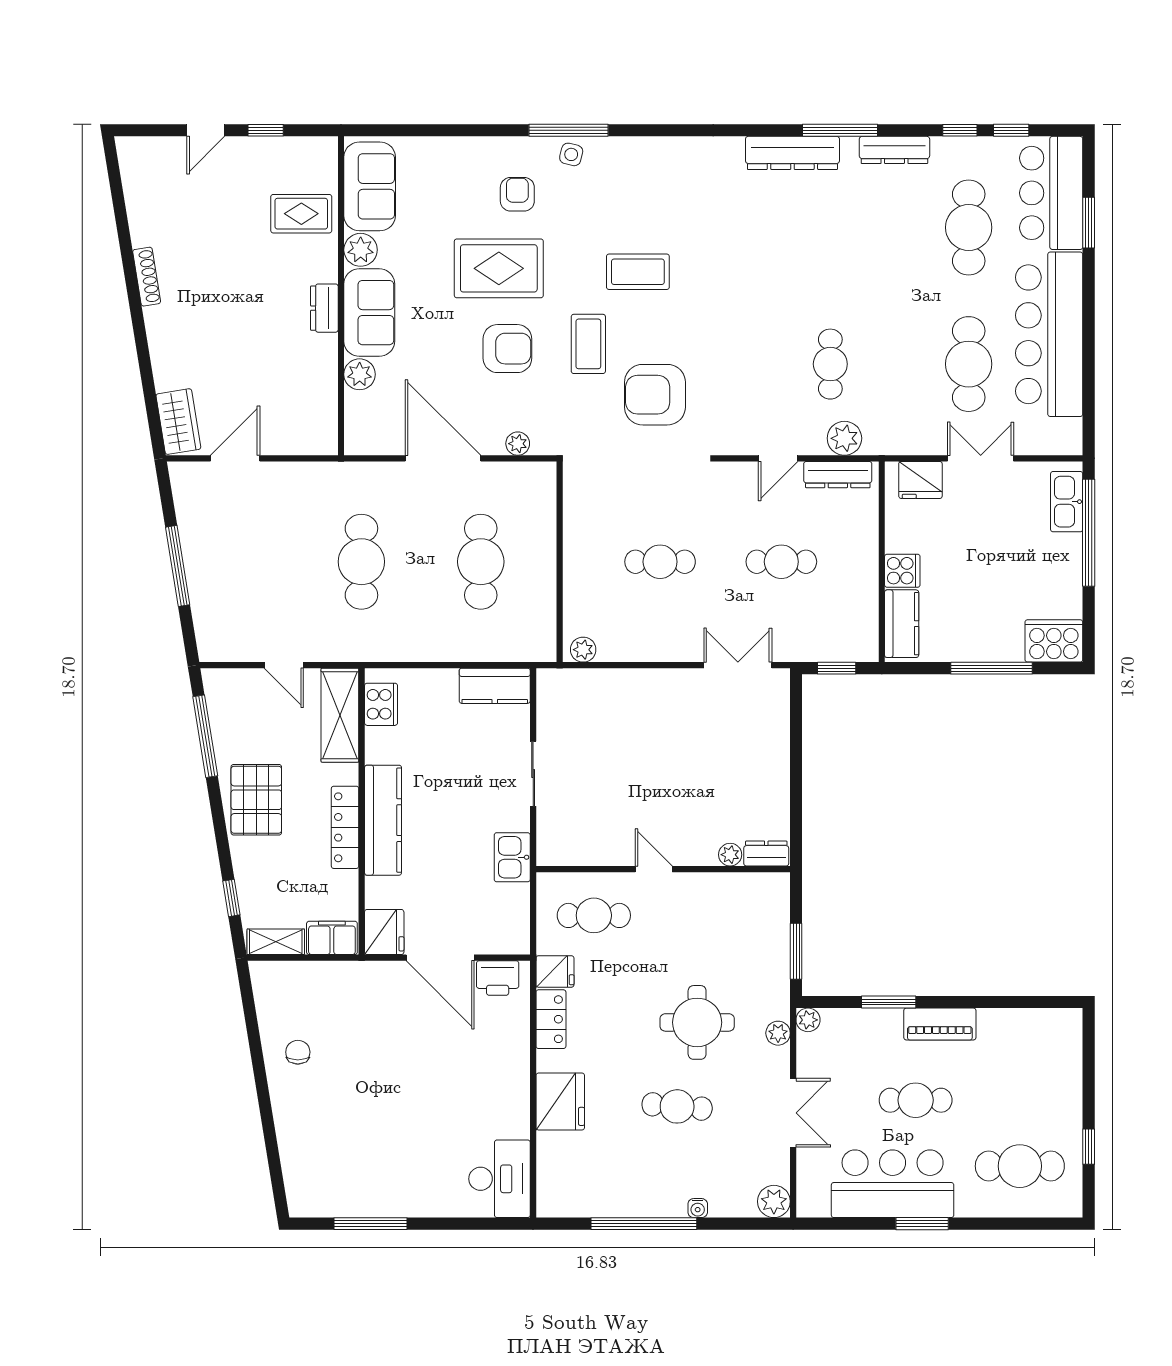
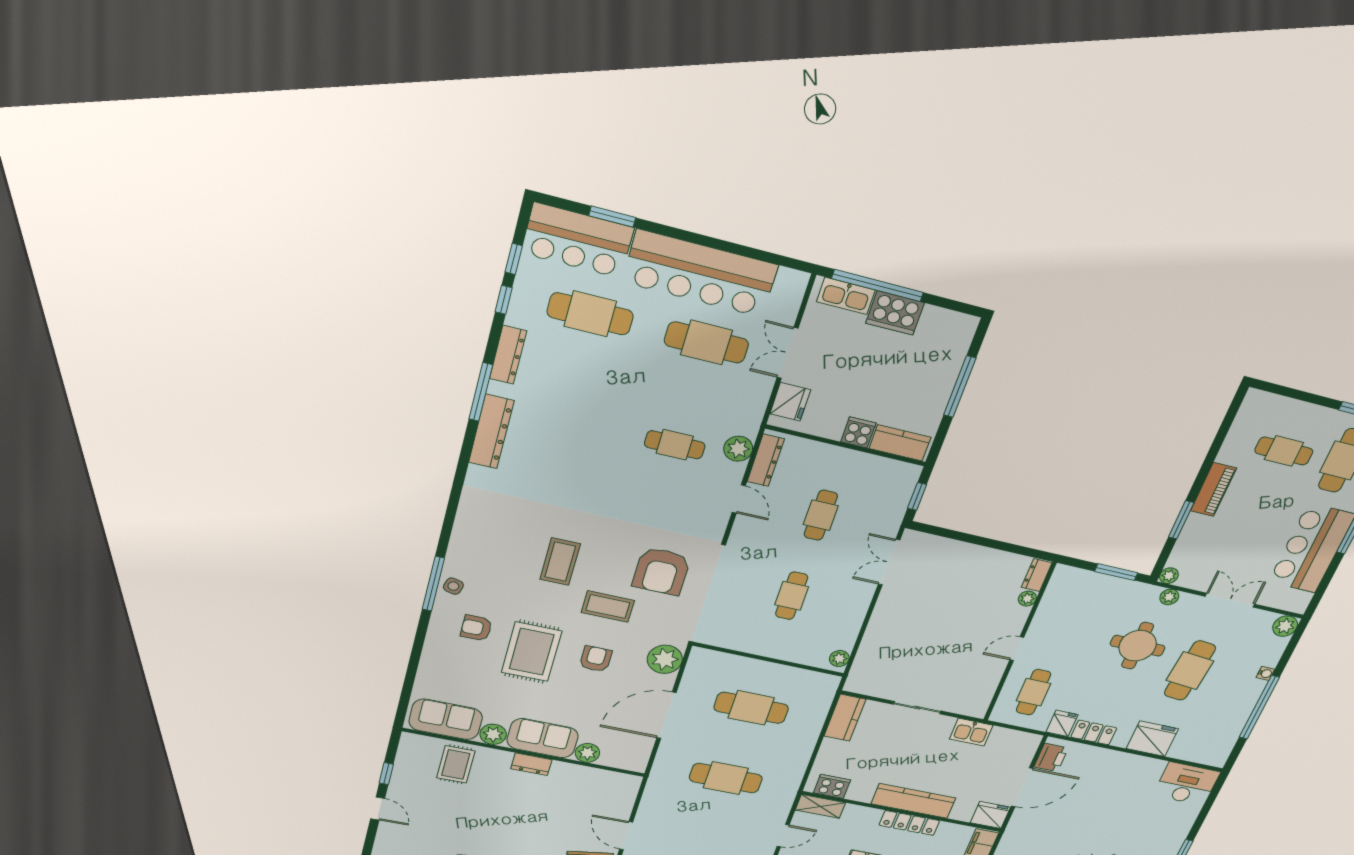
armchair: (507, 349) -> (596, 659), width x0.72, depth x0.72
plant: (518, 444) -> (665, 659), width x1.88, depth x1.88
cooker: (1054, 641) -> (895, 313), moved, turned -90
shelving: (340, 715) -> (820, 806), width x0.67, depth x0.75
cafe table: (916, 1100) -> (1284, 451), moved, turned 90
cafe table: (677, 1106) -> (1190, 671), width x1.37, depth x1.35

